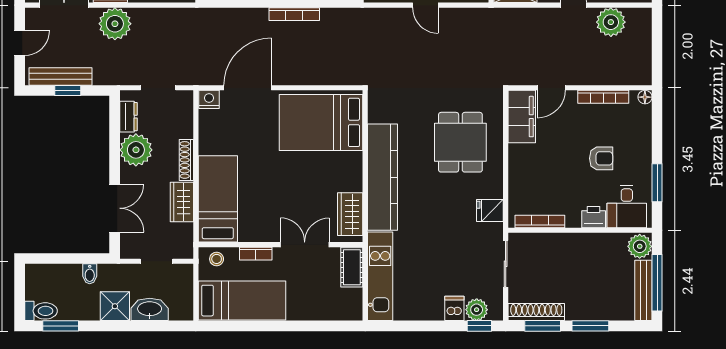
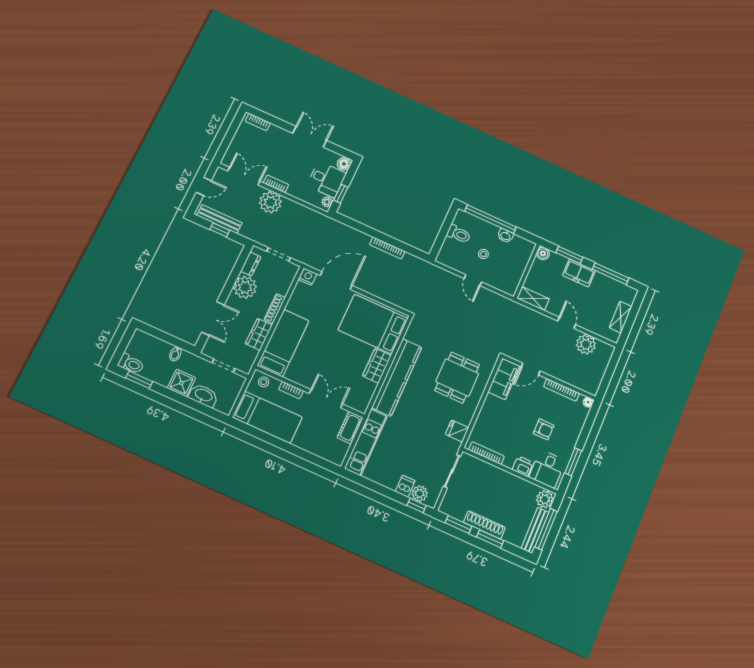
wardrobe: (350, 214) -> (377, 366), moved
shoe rack: (536, 312) -> (484, 525), moved

